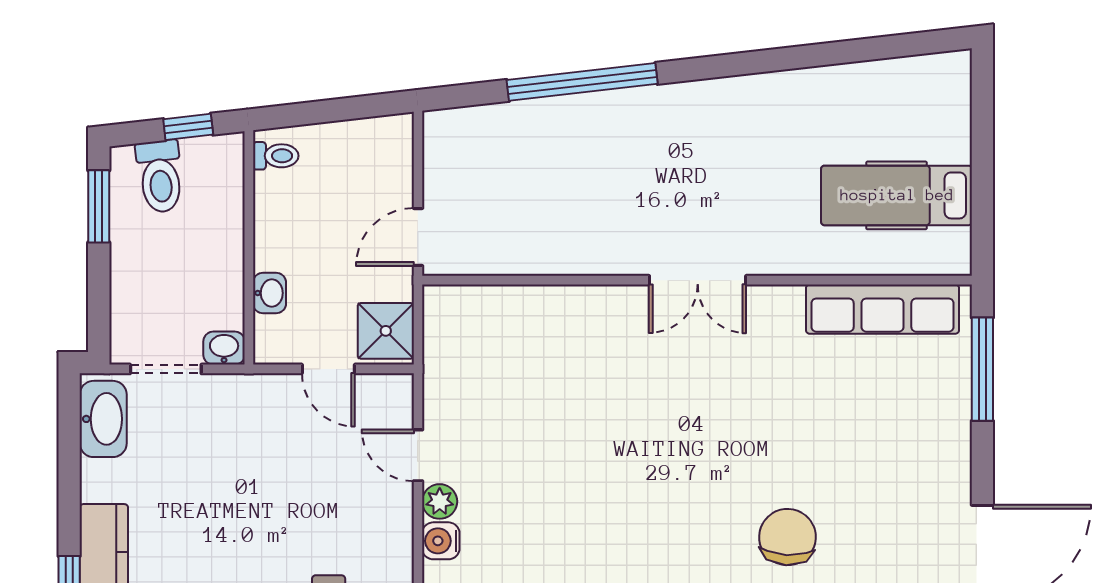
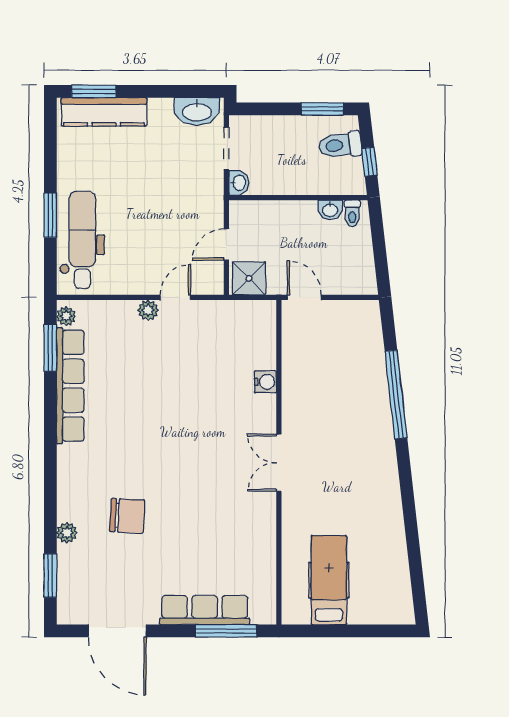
washbasin: (269, 293) -> (330, 210), moved
row of seats: (883, 309) -> (205, 610), moved, turned 90
water cooler: (441, 541) -> (265, 382), moved, turned 90

